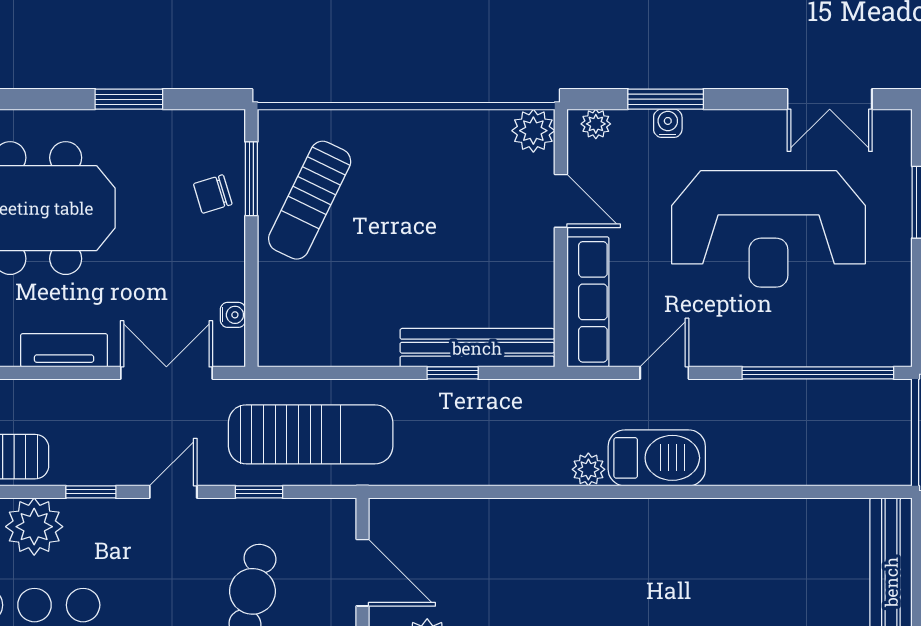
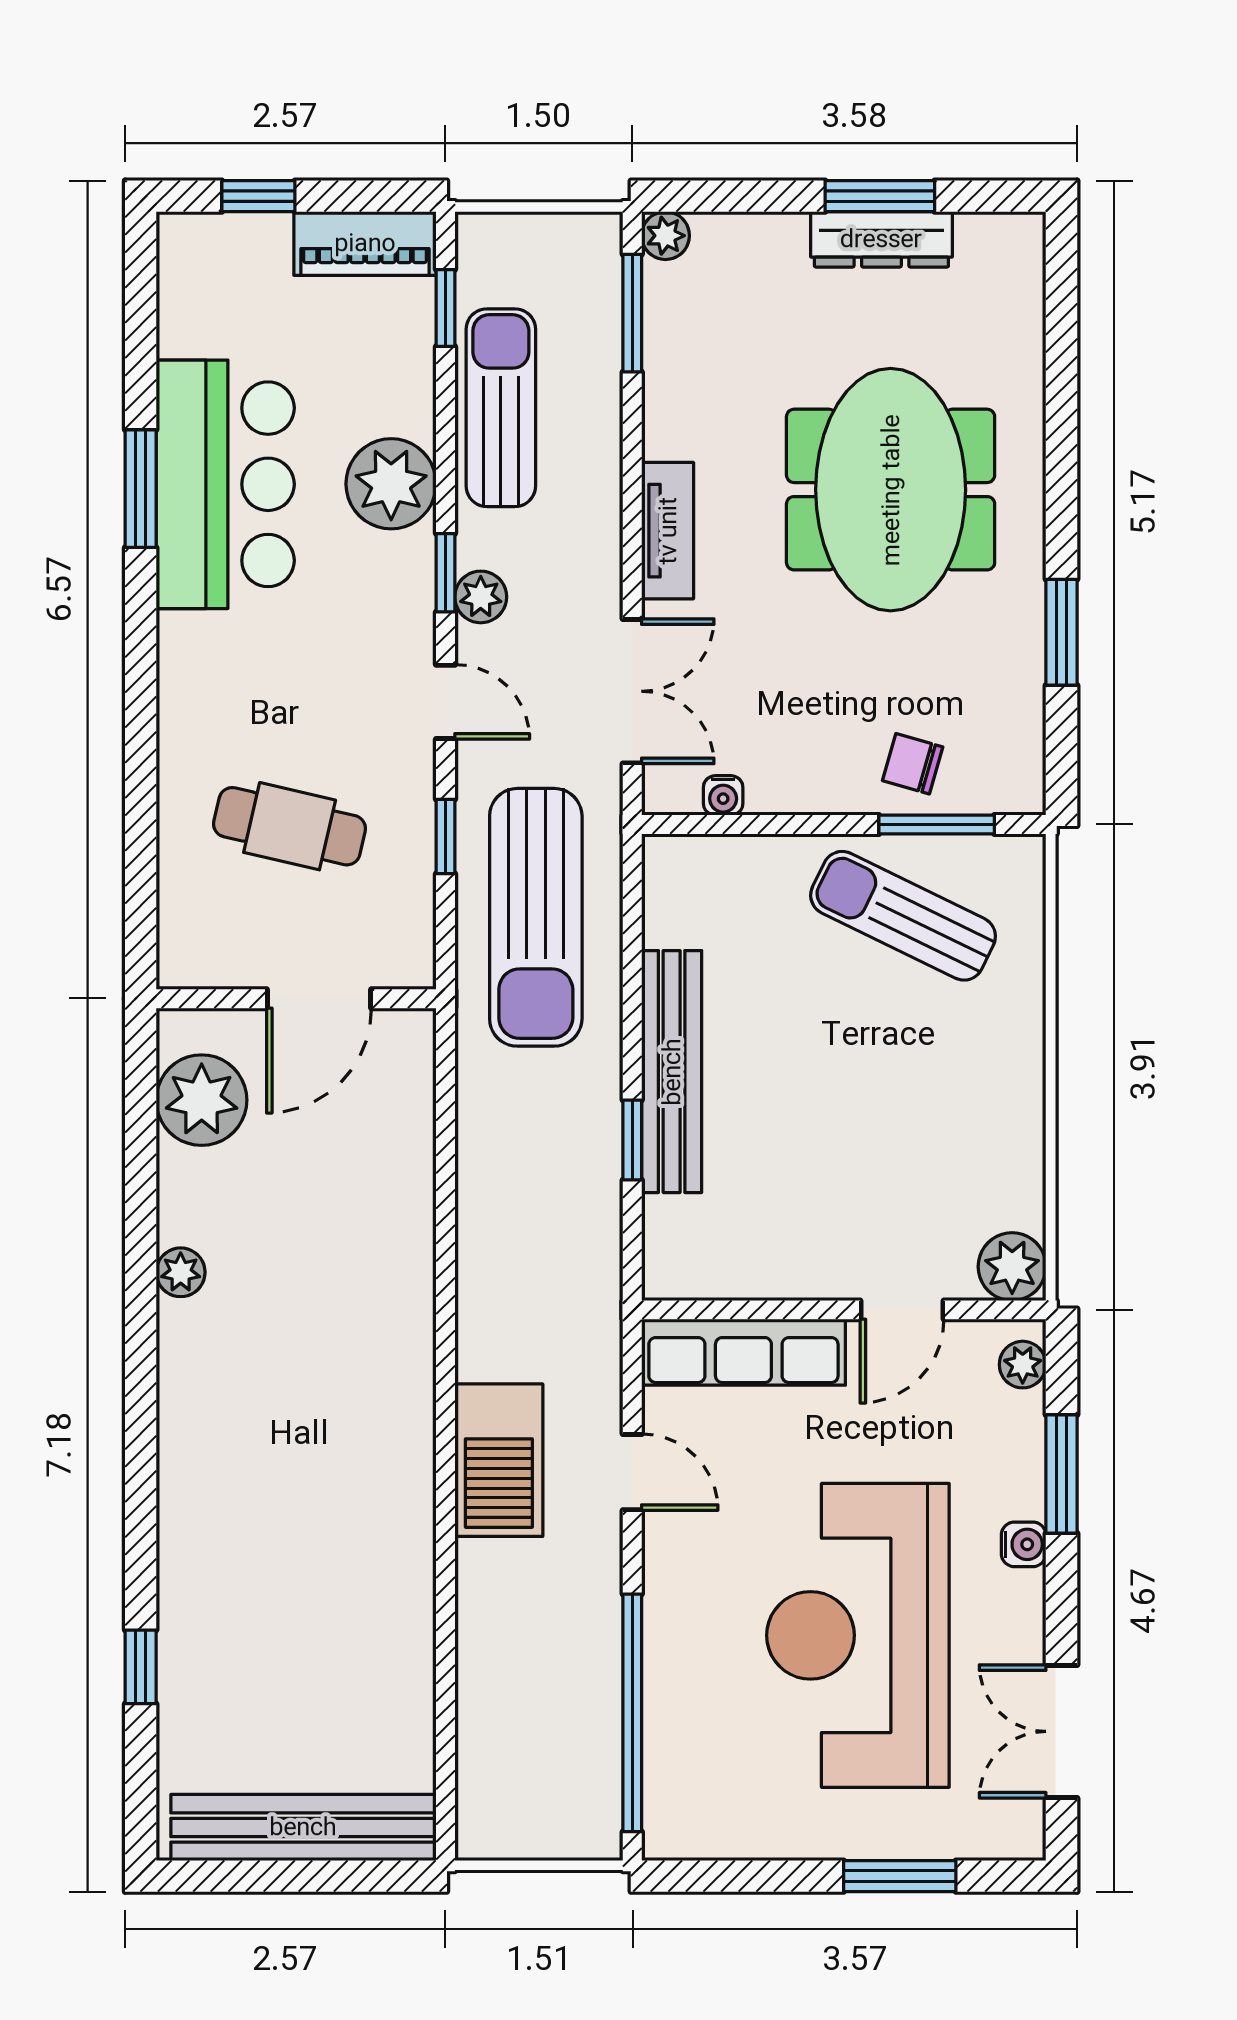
water cooler: (668, 123) -> (1024, 1544), moved
chair: (213, 194) -> (913, 764), turned -57
bench: (477, 348) -> (672, 1072), moved
plant: (588, 469) -> (481, 597), moved

